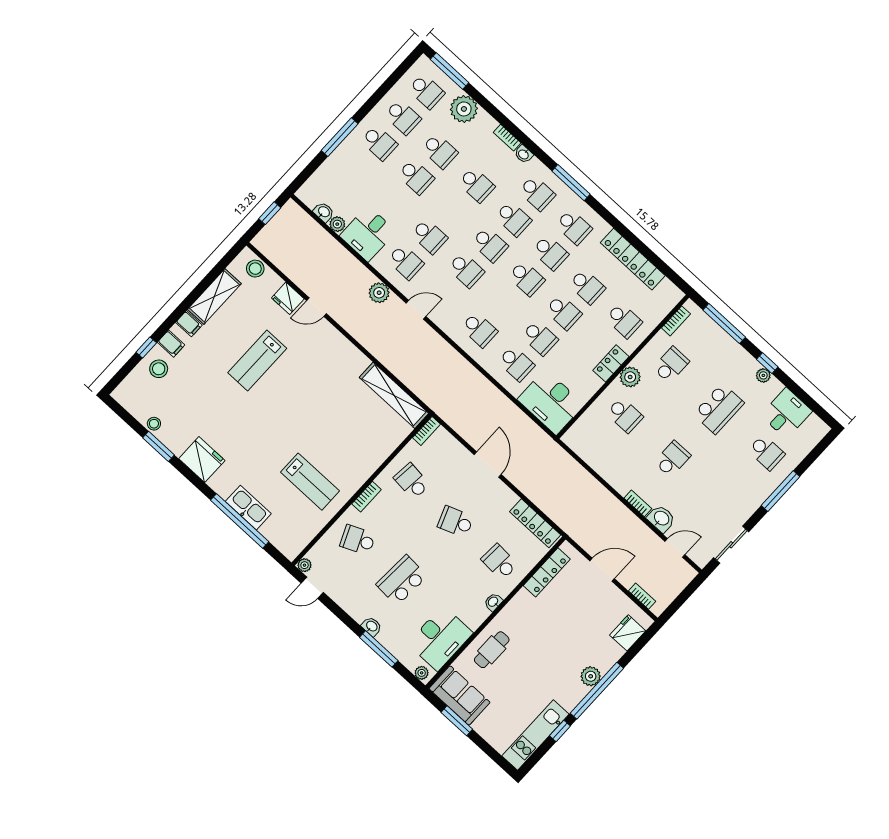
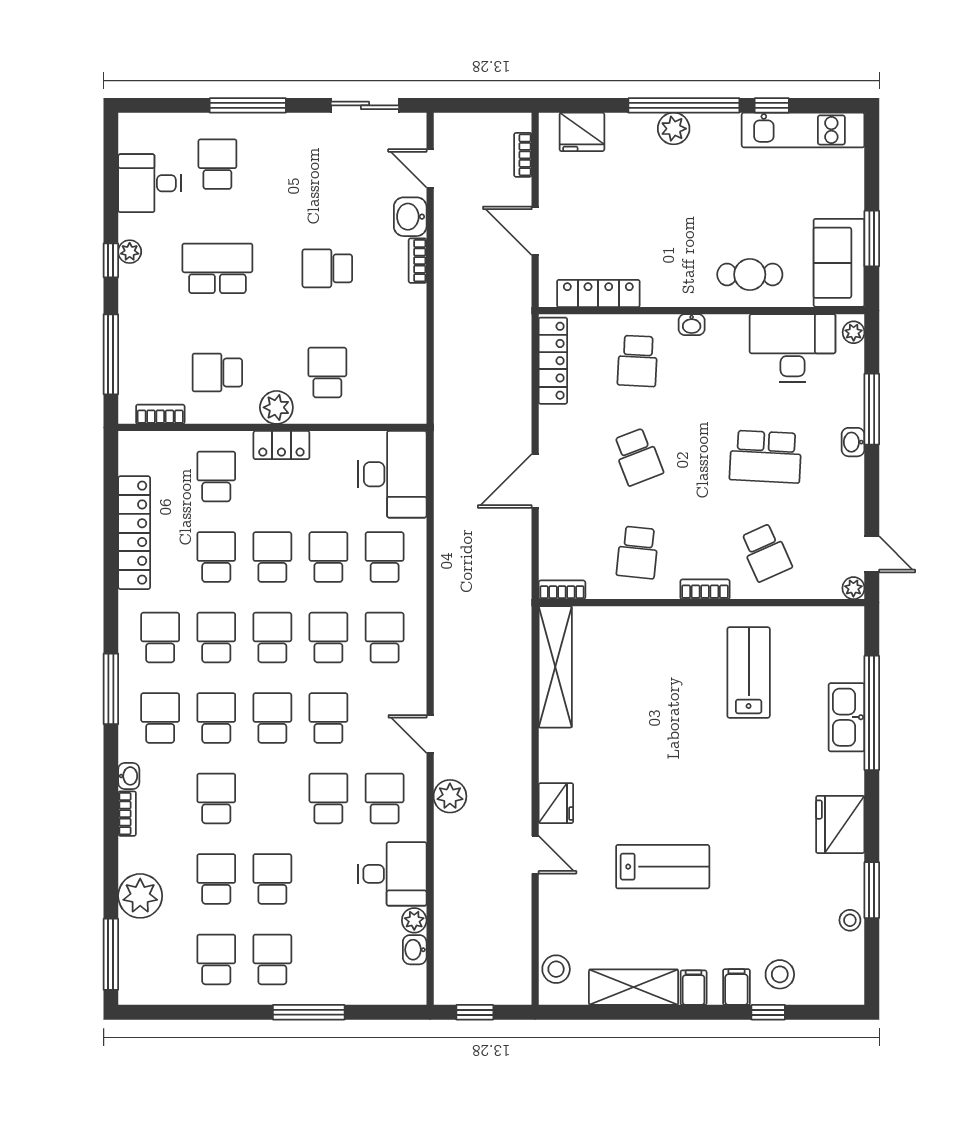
school desk: (426, 91) -> (328, 637), moved
fridge: (288, 298) -> (556, 803), moved

